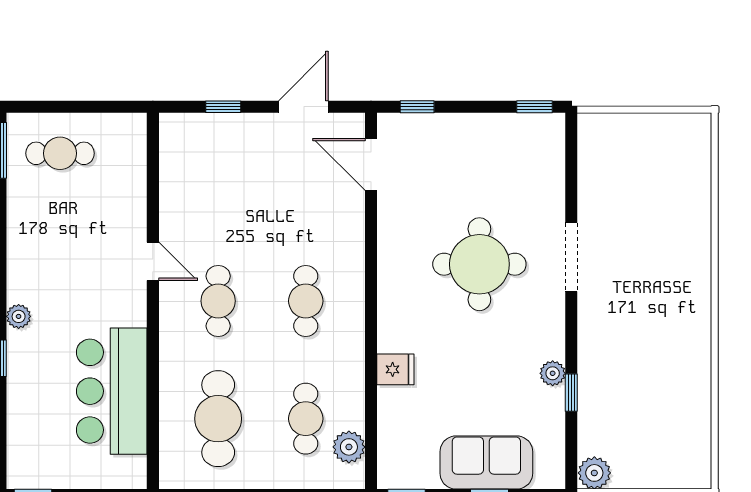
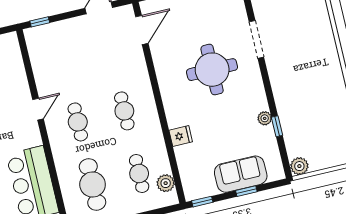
window: (223, 107) -> (40, 22), moved
door: (371, 164) -> (142, 30), swing flipped
doorway: (571, 257) -> (256, 39), moved
door: (153, 261) -> (38, 109), hinge flipped

